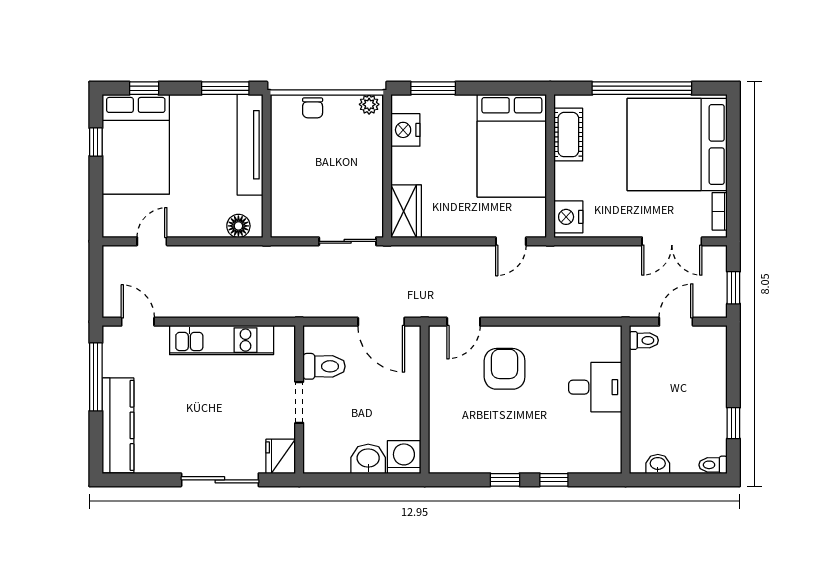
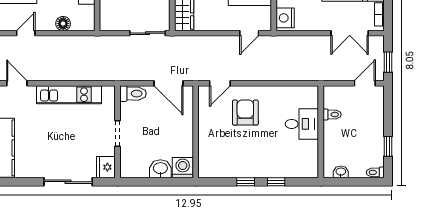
floor lamp: (238, 226) -> (63, 24), moved
door: (676, 322) -> (365, 83), moved
toilet: (644, 340) -> (332, 114), moved
toilet: (324, 366) -> (133, 94), moved

